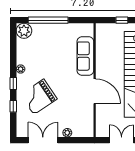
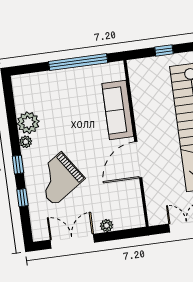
window: (48, 20) -> (78, 62), moved
plant: (24, 31) -> (28, 123), moved
door: (95, 91) -> (138, 160), swing flipped

